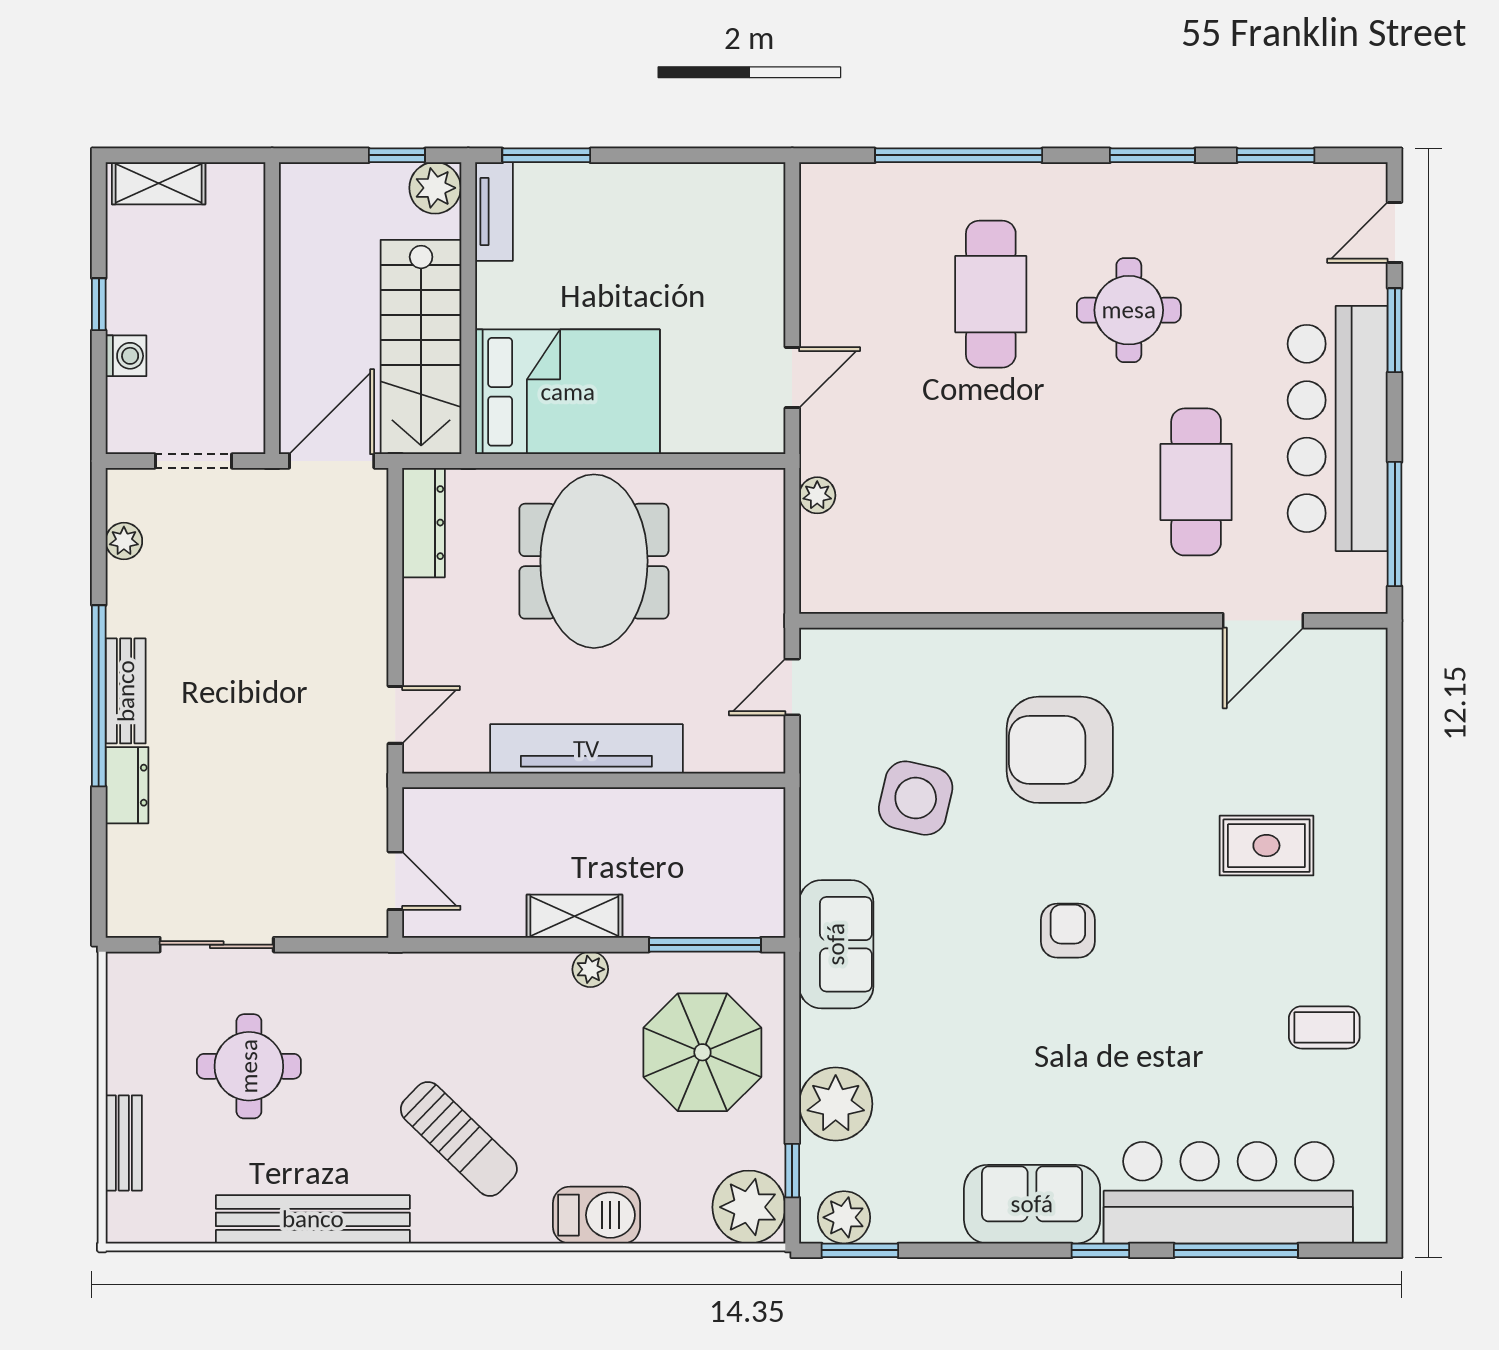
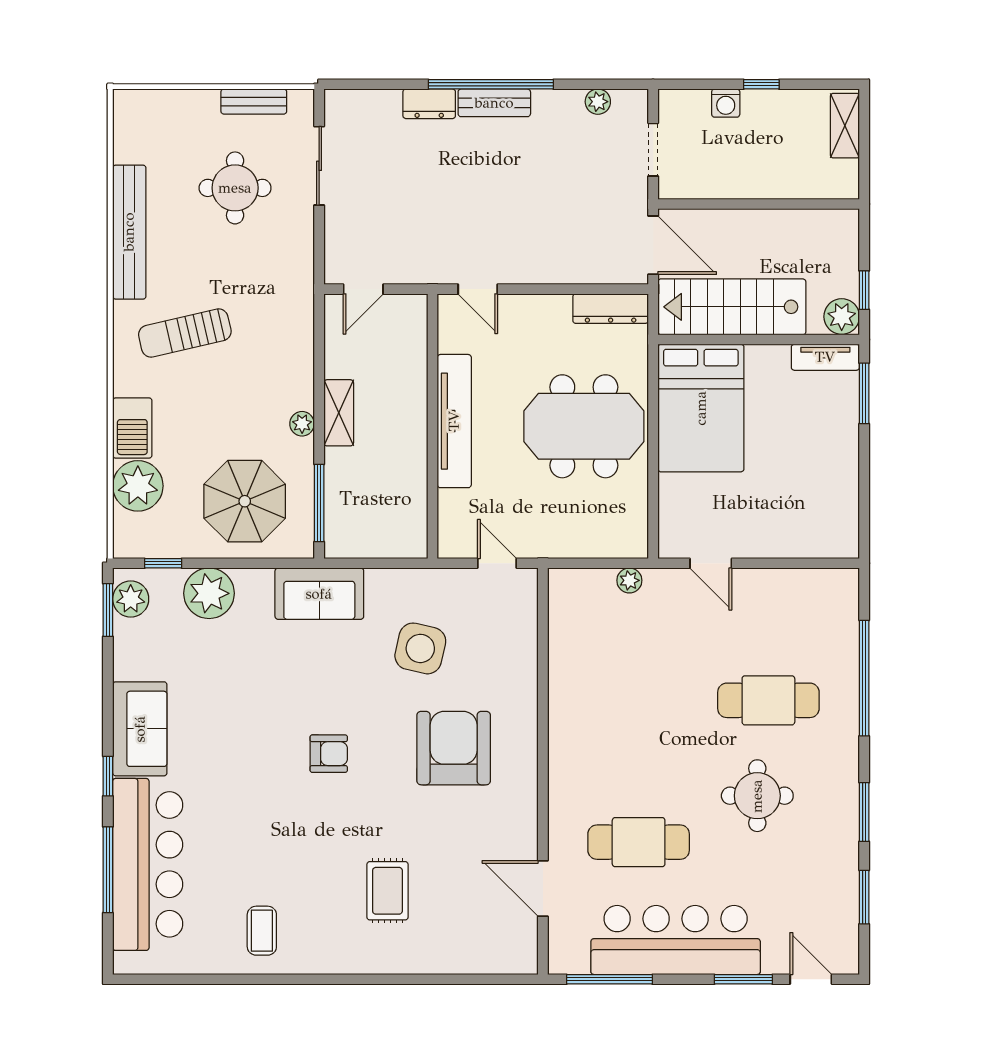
sun lounger: (459, 1139) -> (185, 333), turned 33
bench: (124, 1143) -> (254, 102), moved
plant: (749, 1207) -> (138, 486), moved

